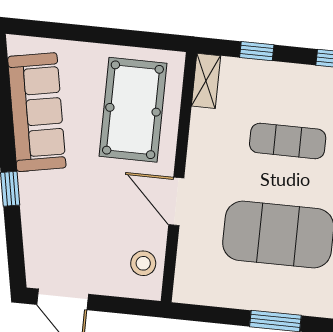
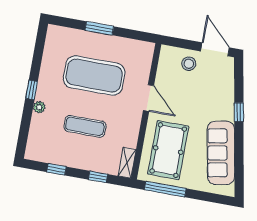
window: (133, 39) -> (165, 189), added
stool: (143, 263) -> (189, 64), moved

